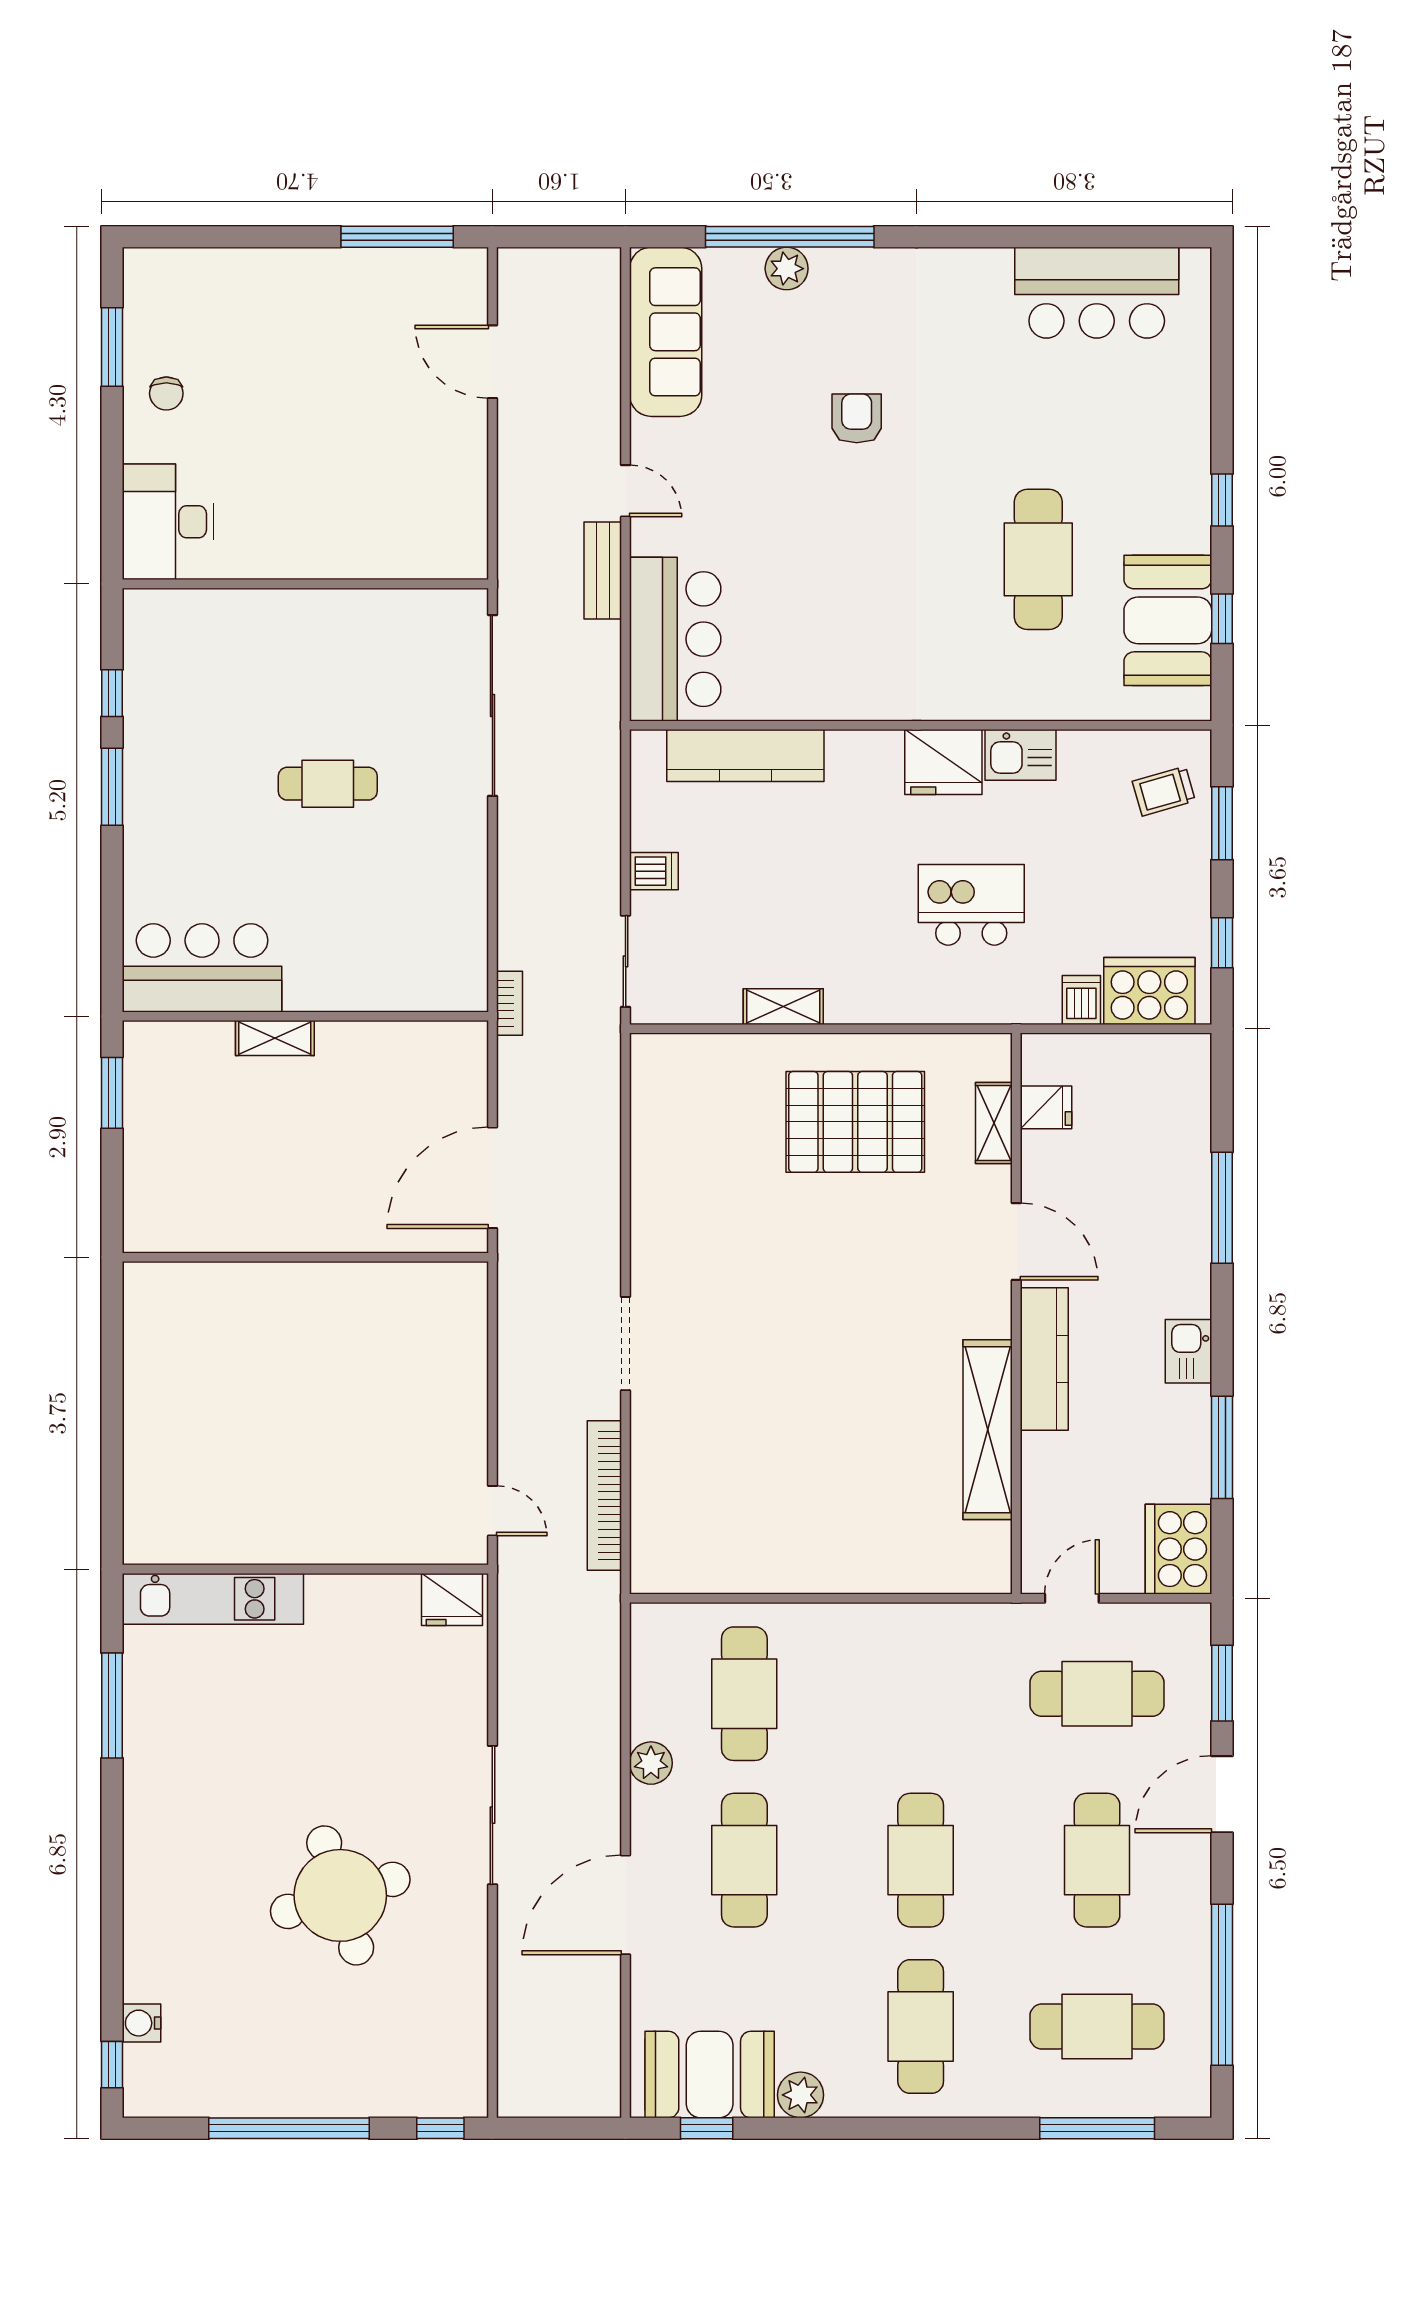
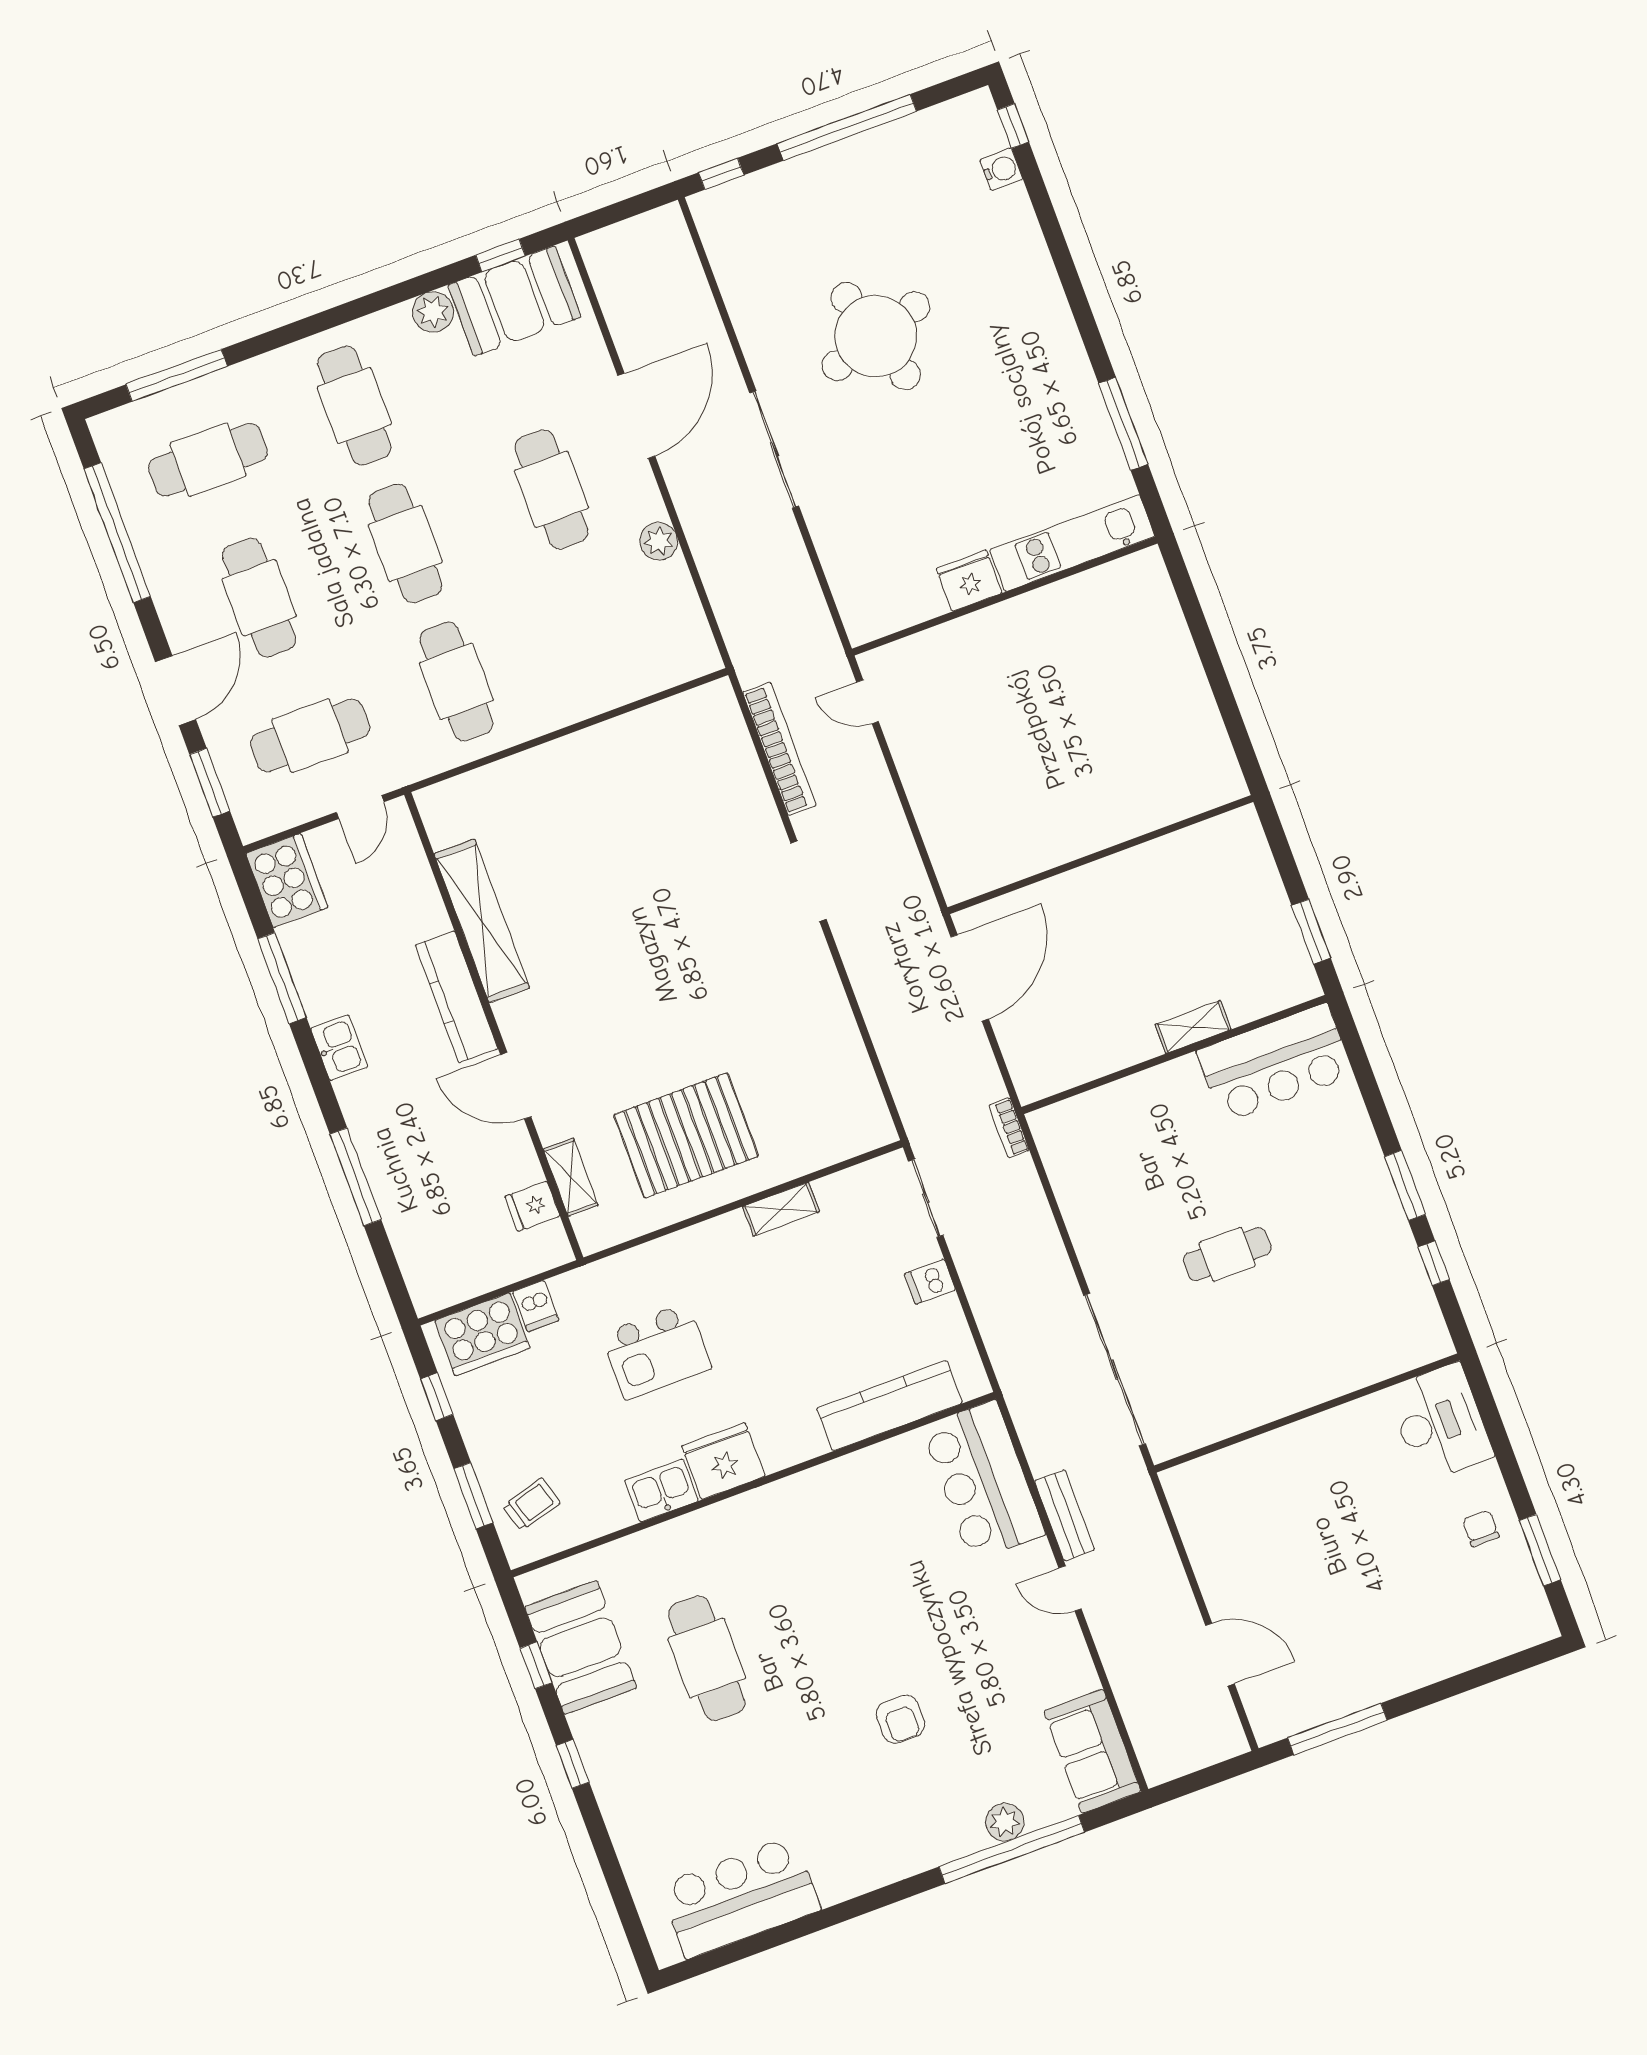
sofa: (666, 332) -> (1092, 1751), width x0.73
fridge: (452, 1599) -> (969, 581), moved
cafe table: (744, 1694) -> (456, 681), moved

